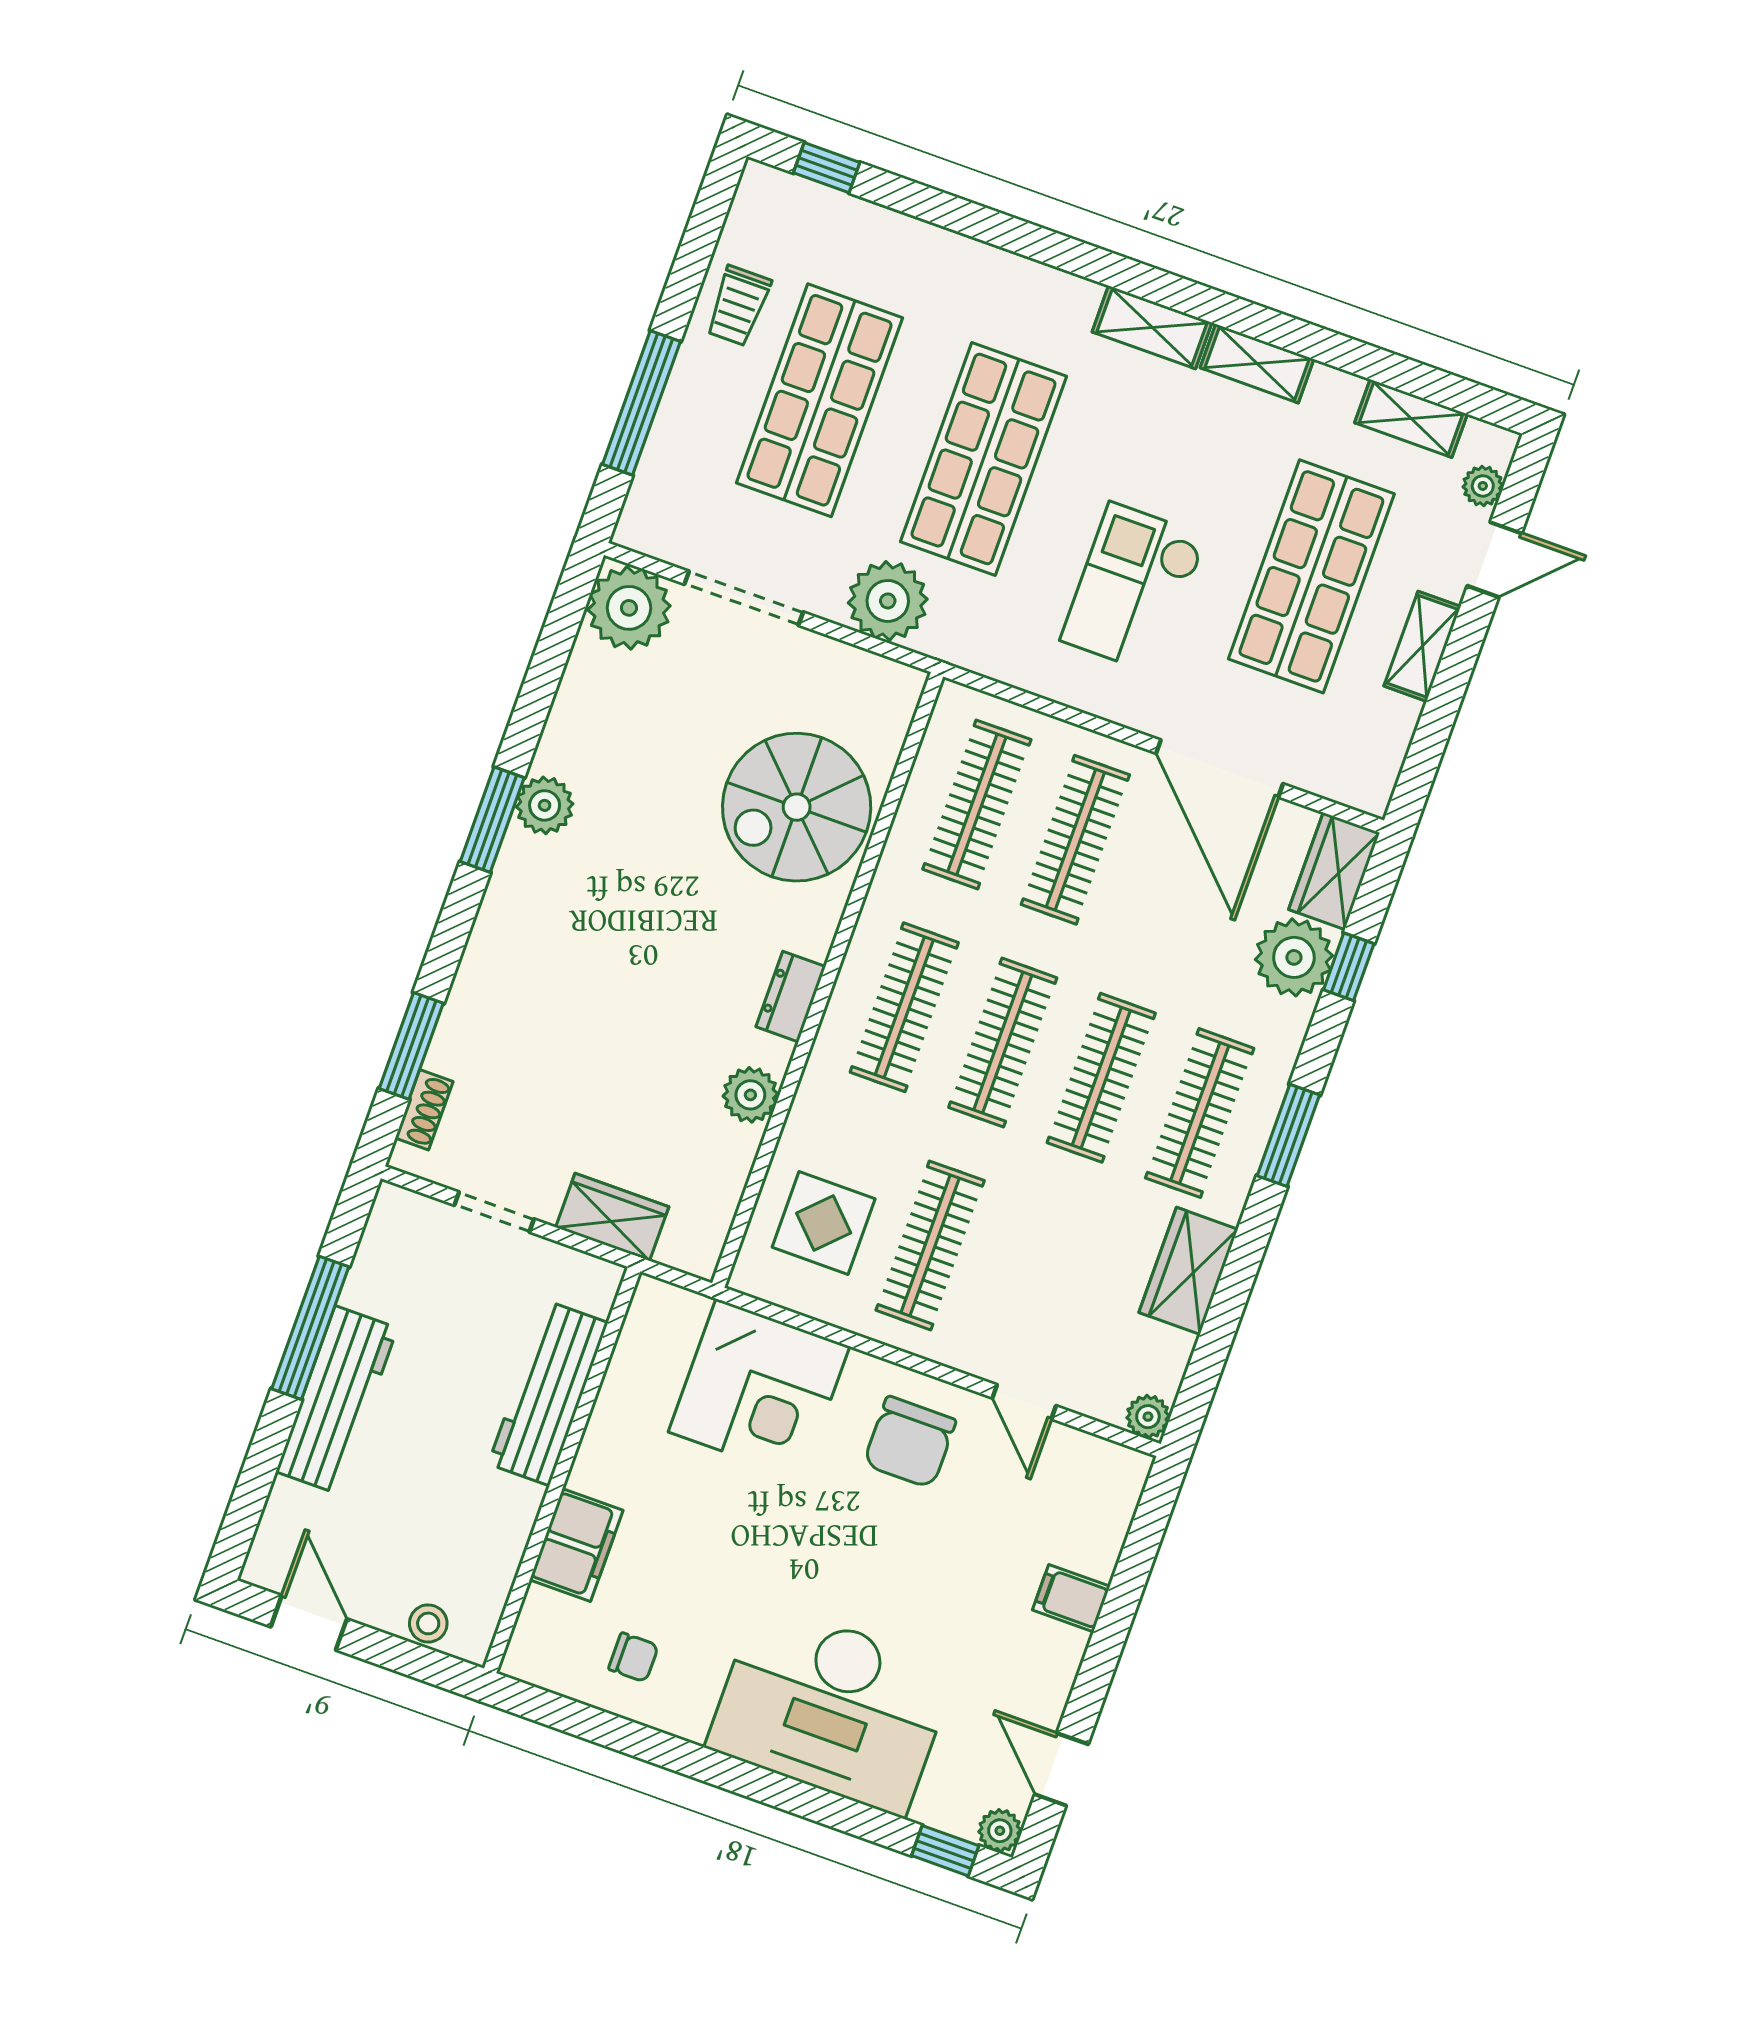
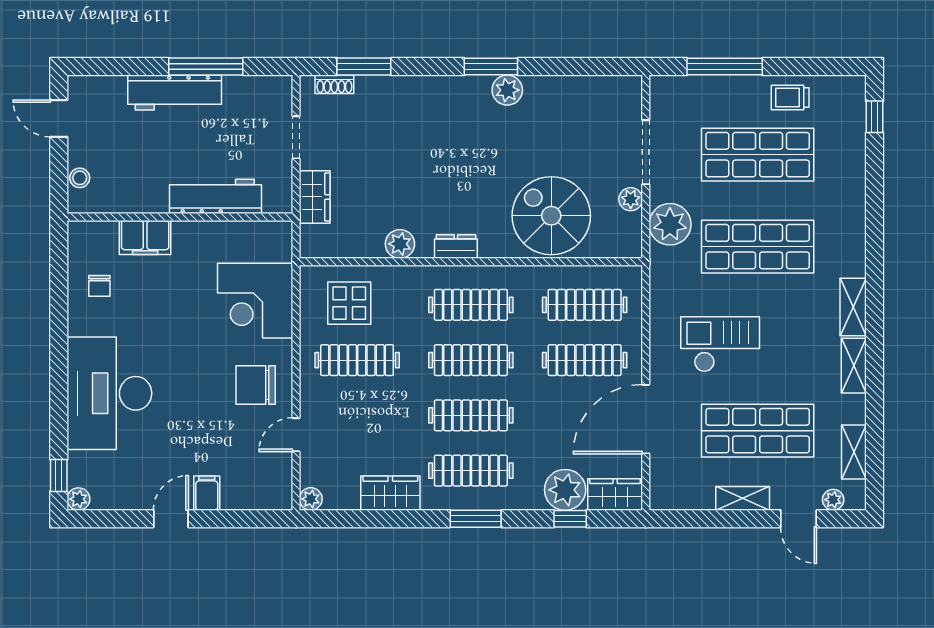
plant: (629, 608) -> (631, 199), moved, width x0.53, depth x0.53
door: (309, 1623) -> (59, 118), swing flipped
door: (1061, 1769) -> (171, 519), moved

